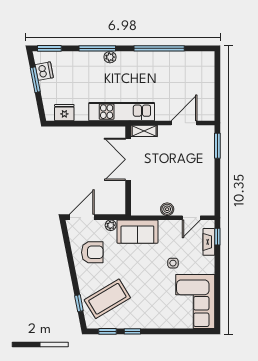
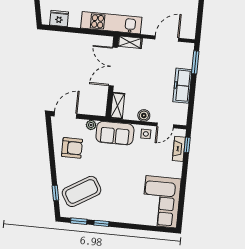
freezer: (206, 173) -> (182, 86), added
shelving: (137, 201) -> (118, 106), added
side table: (173, 263) -> (146, 134), moved

